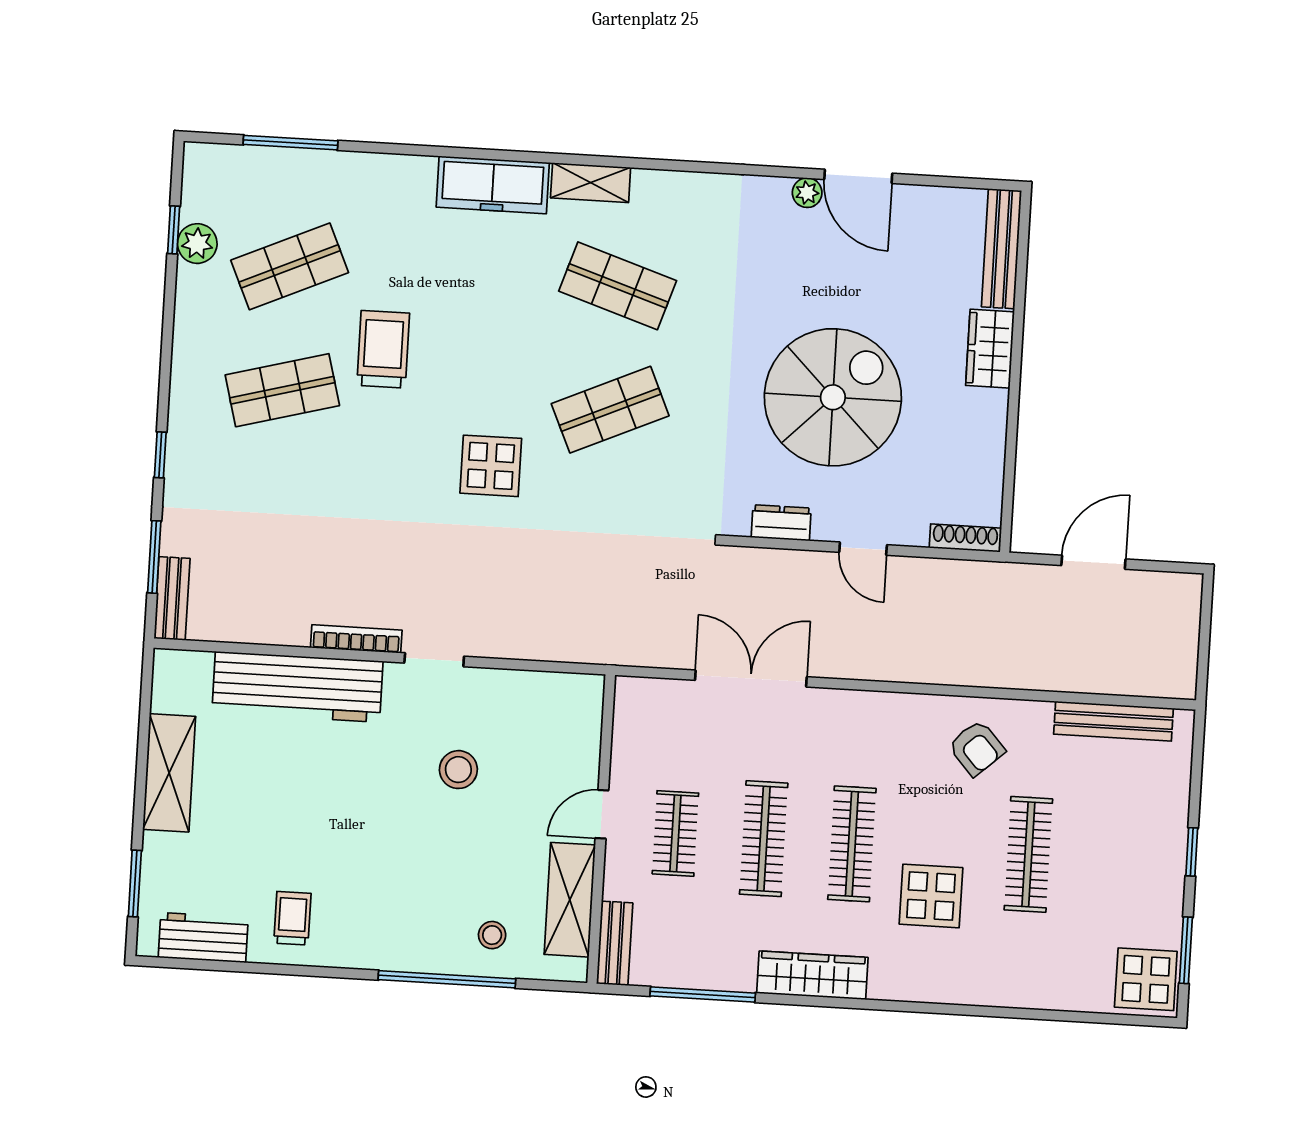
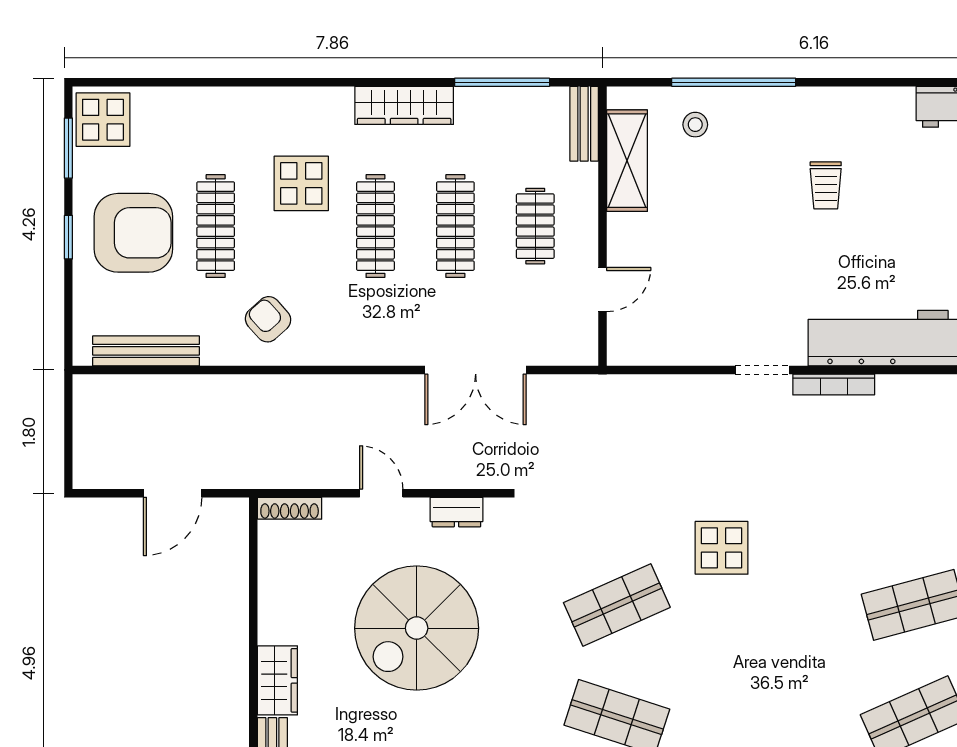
trolley: (383, 349) -> (825, 647), removed
stool: (458, 770) -> (735, 272), removed
door: (602, 814) -> (603, 290), moved
armchair: (1120, 852) -> (133, 233), added
trolley: (292, 918) -> (826, 185), moved

